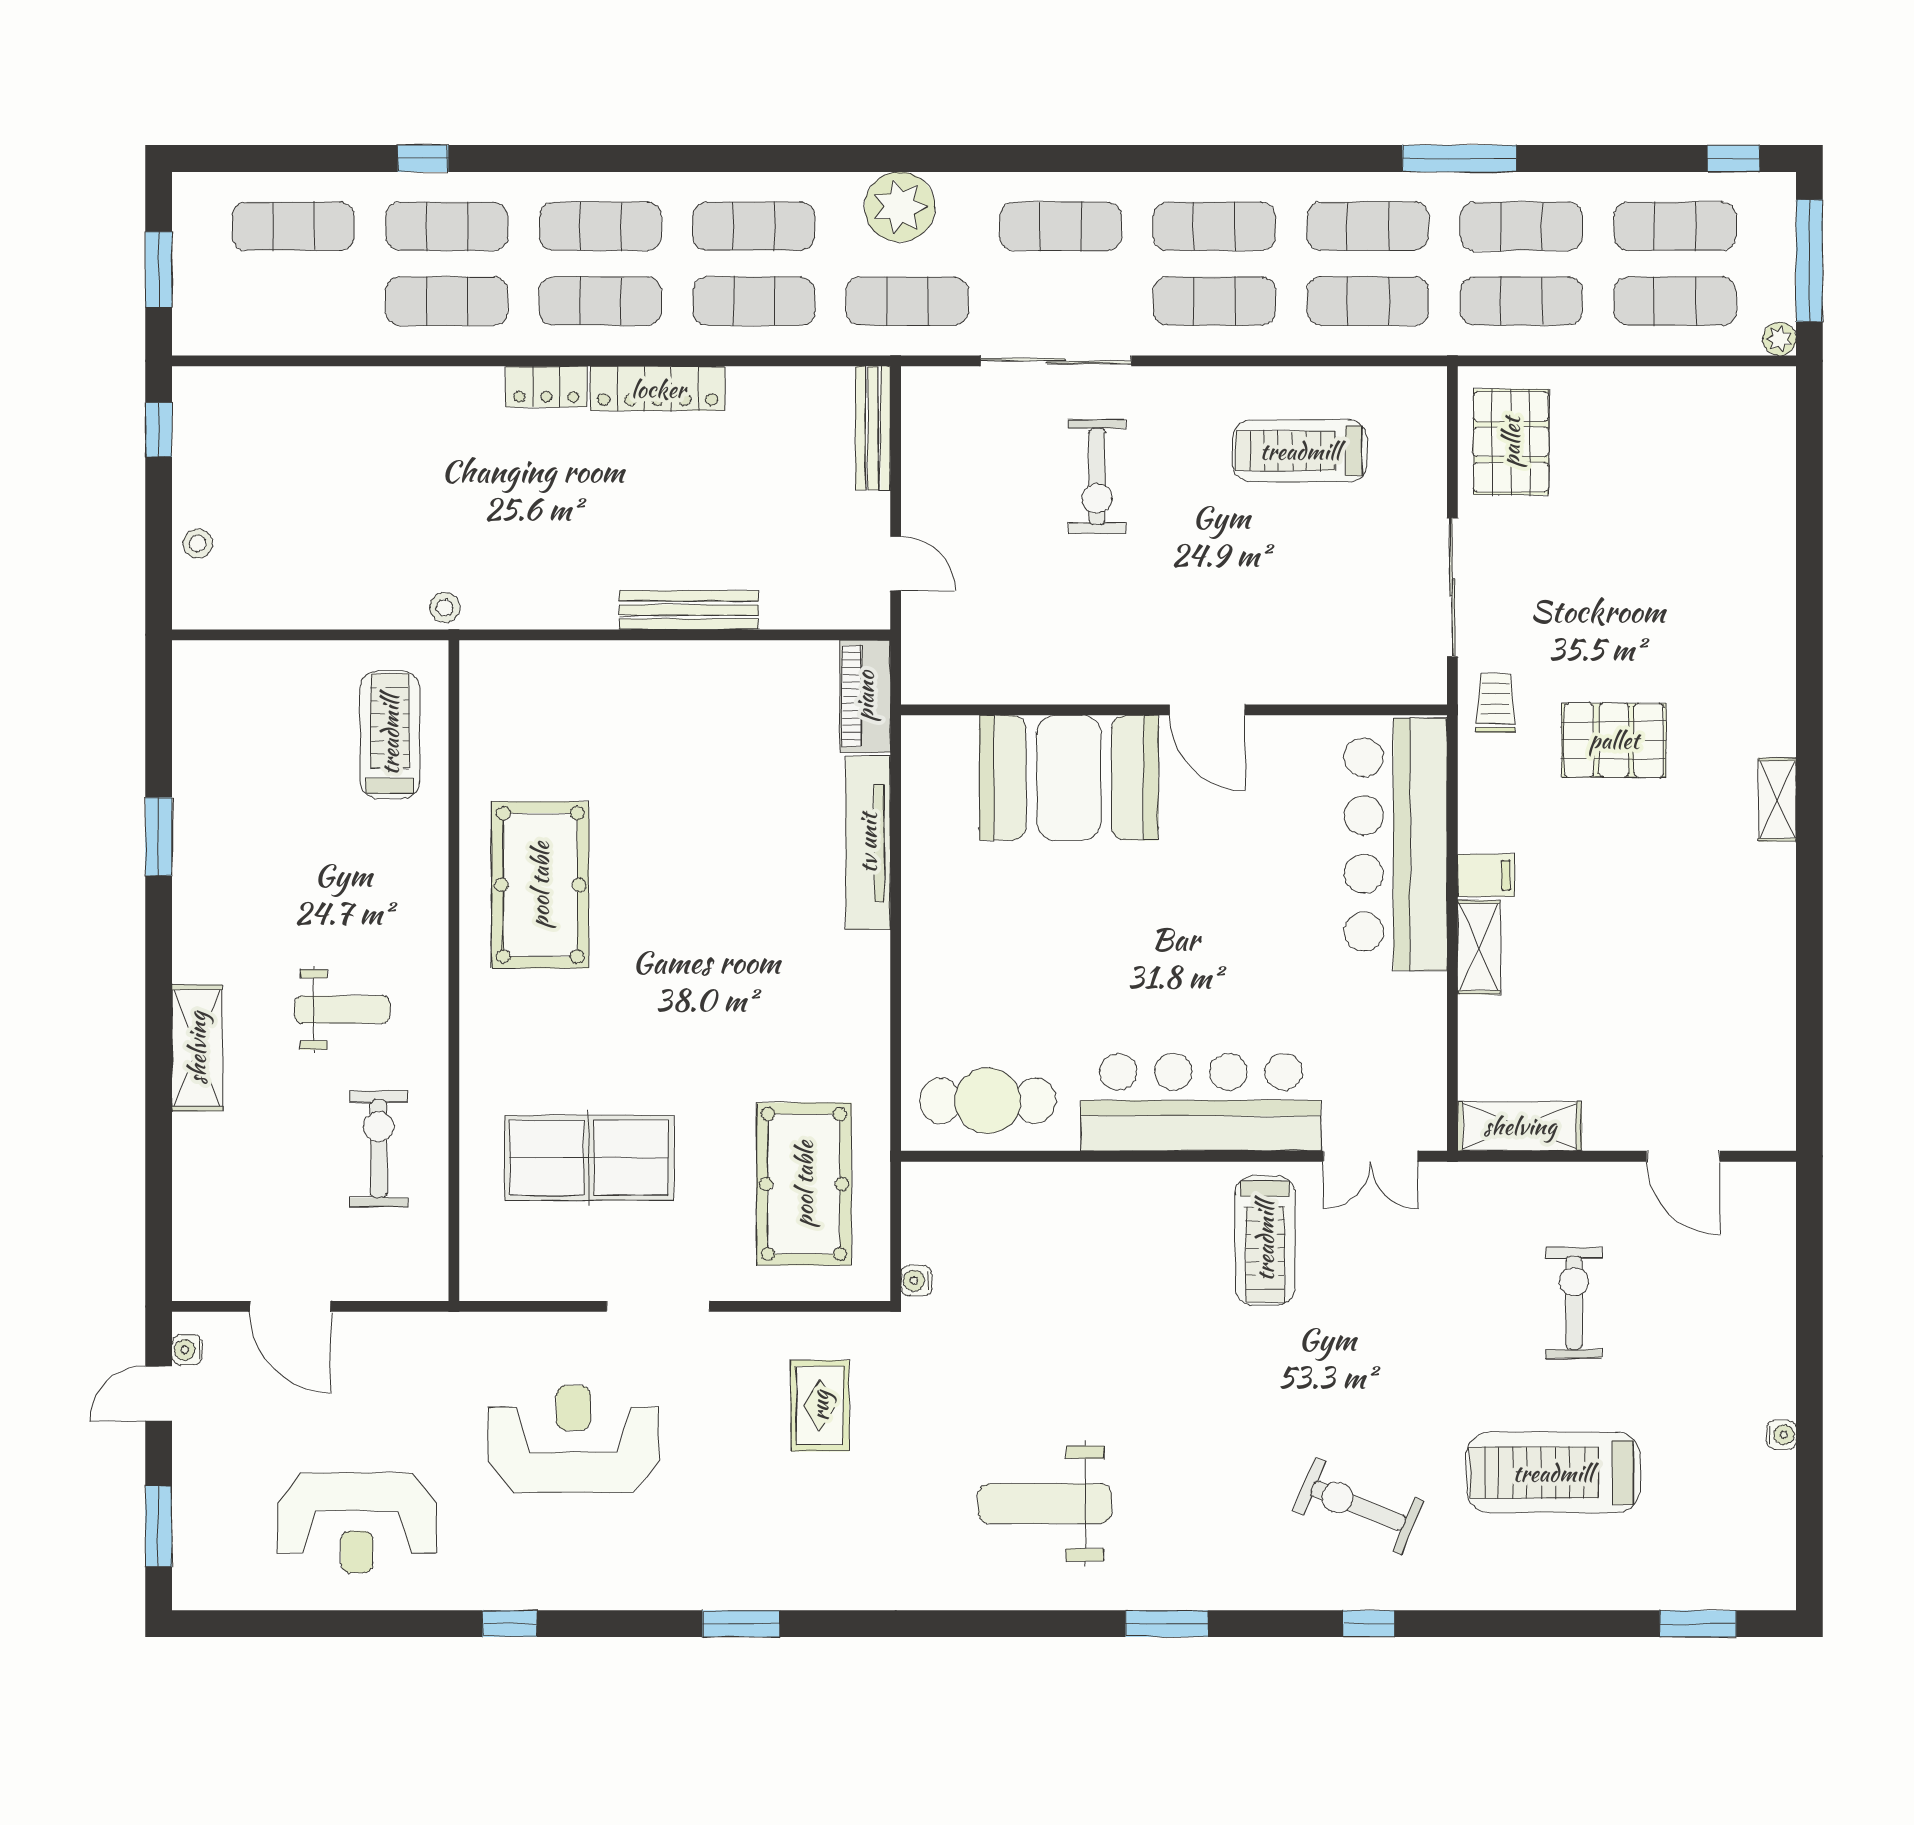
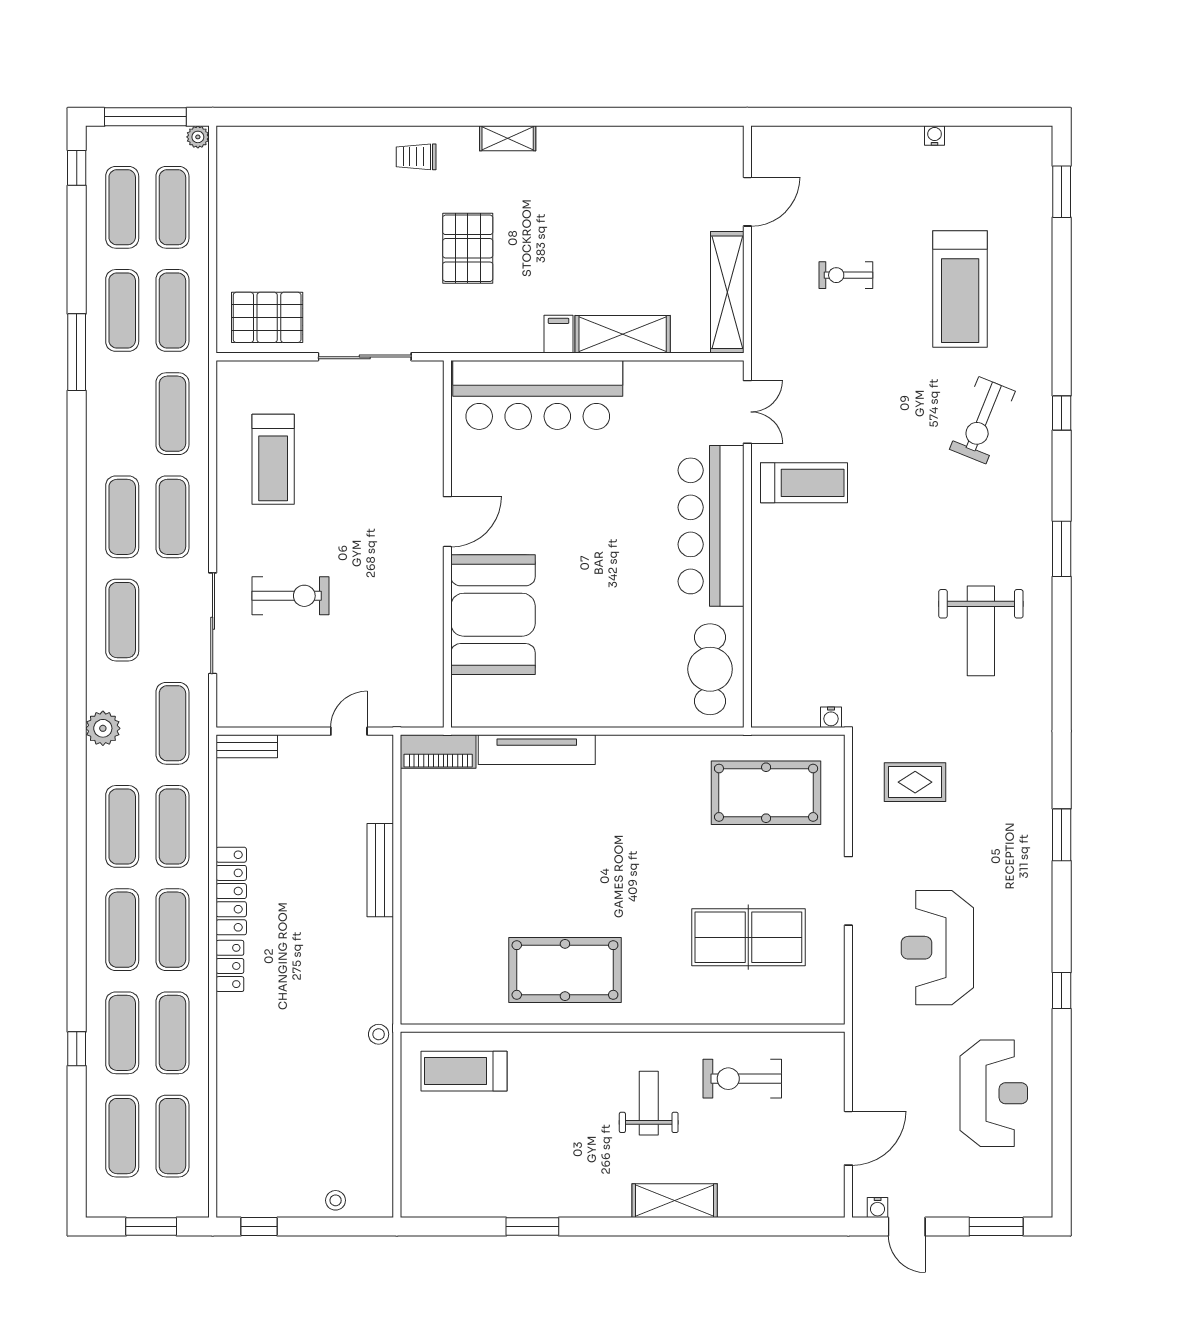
plant: (900, 207) -> (103, 728), width x0.73, depth x0.73
exercise mat: (1368, 226) -> (172, 1136), moved
bench: (873, 428) -> (247, 746), width x0.73
trolley: (1496, 703) -> (416, 157), moved
shelving: (1479, 947) -> (623, 334), width x1.50, depth x1.33
shelving: (1520, 1126) -> (727, 292), width x1.47
table tennis table: (589, 1158) -> (748, 937), turned 90
exercise bike: (1574, 1303) -> (846, 275), width x0.73, depth x0.72

